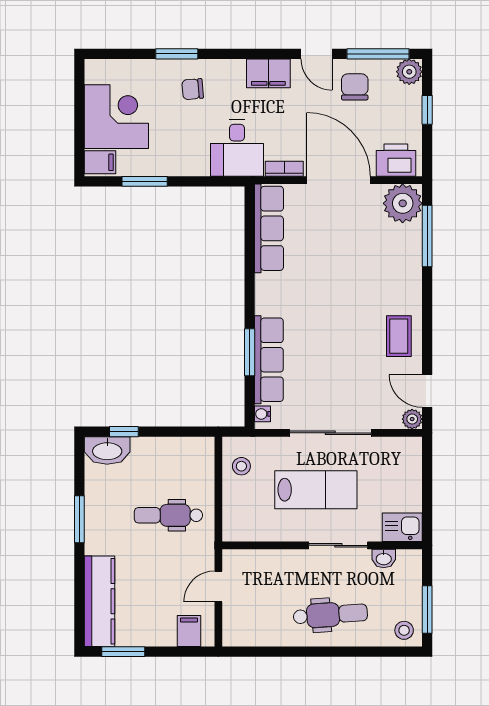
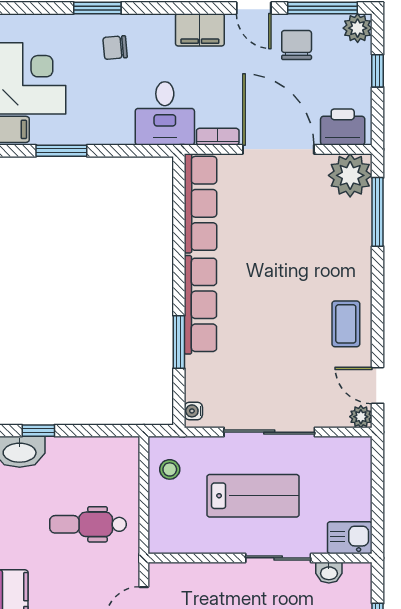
row of seats: (269, 360) -> (200, 305), moved

